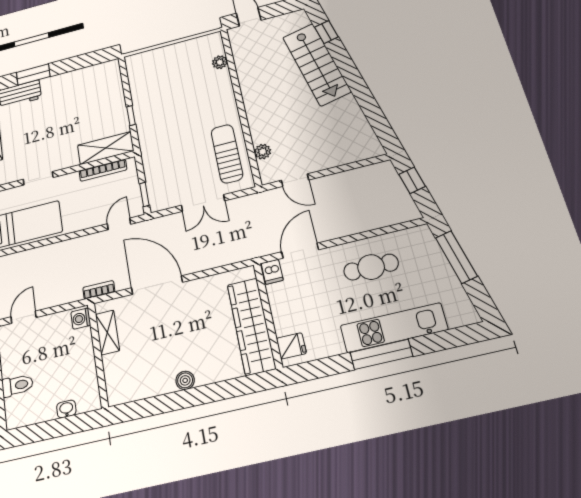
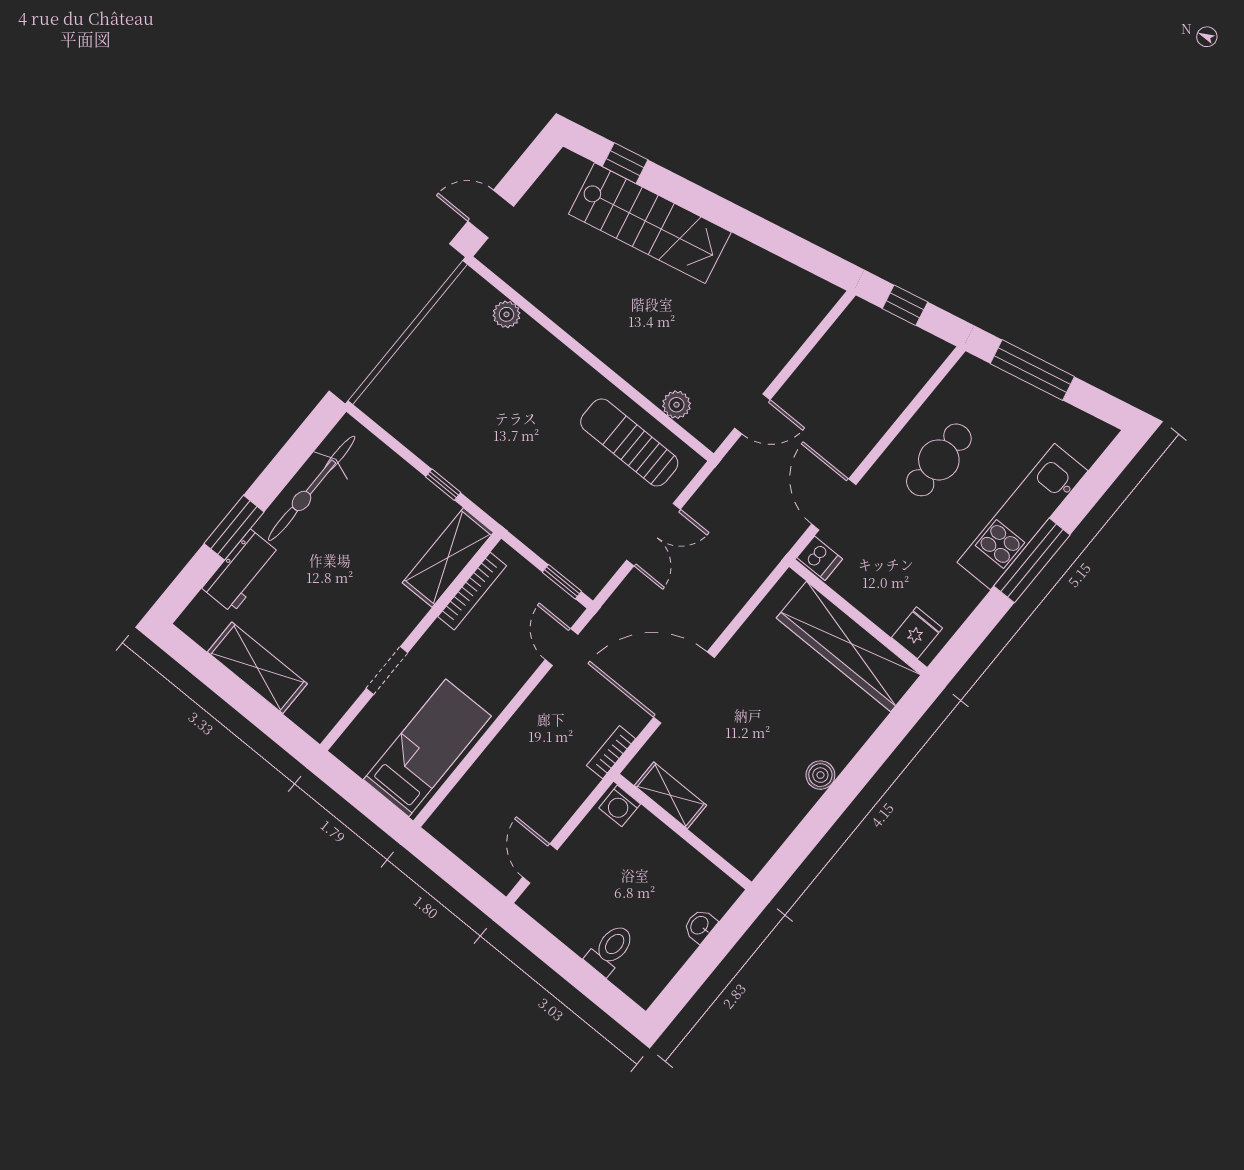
bicycle: (77, 80) -> (312, 488), added

